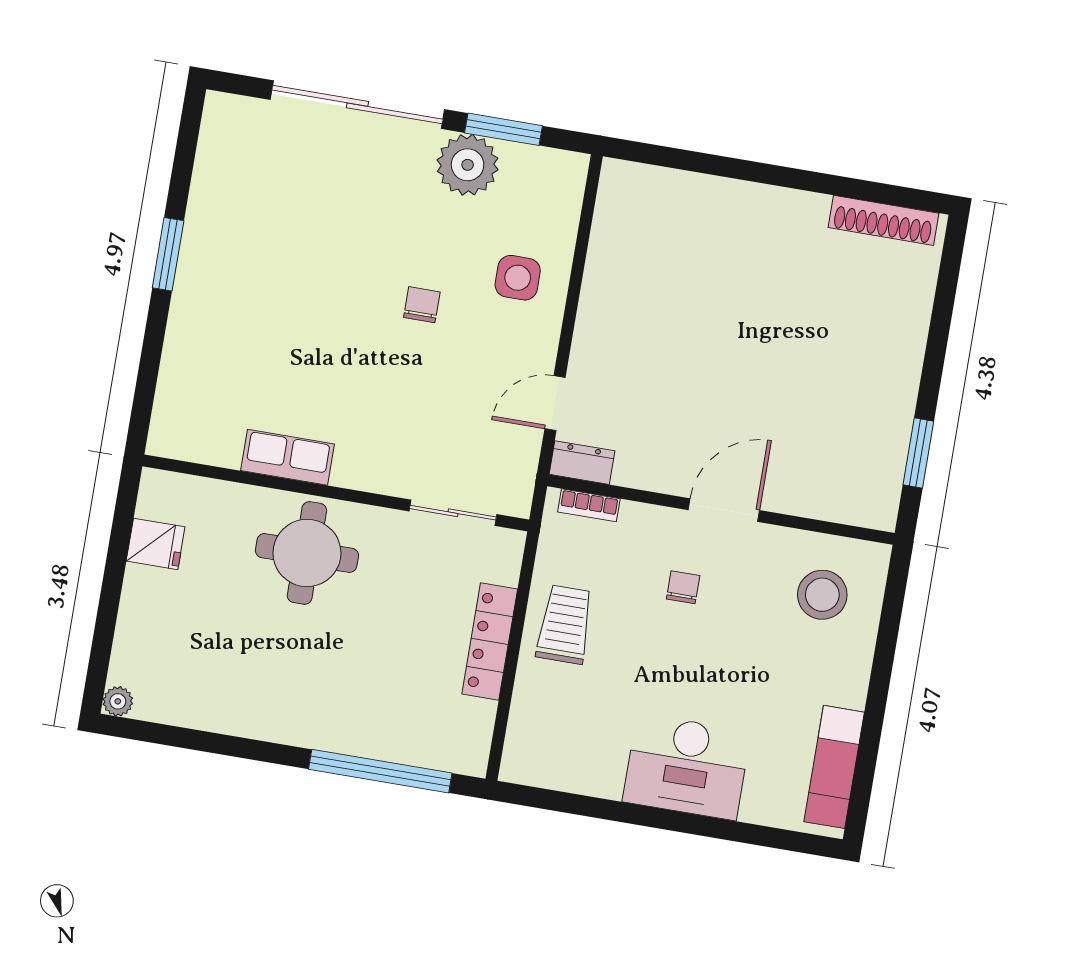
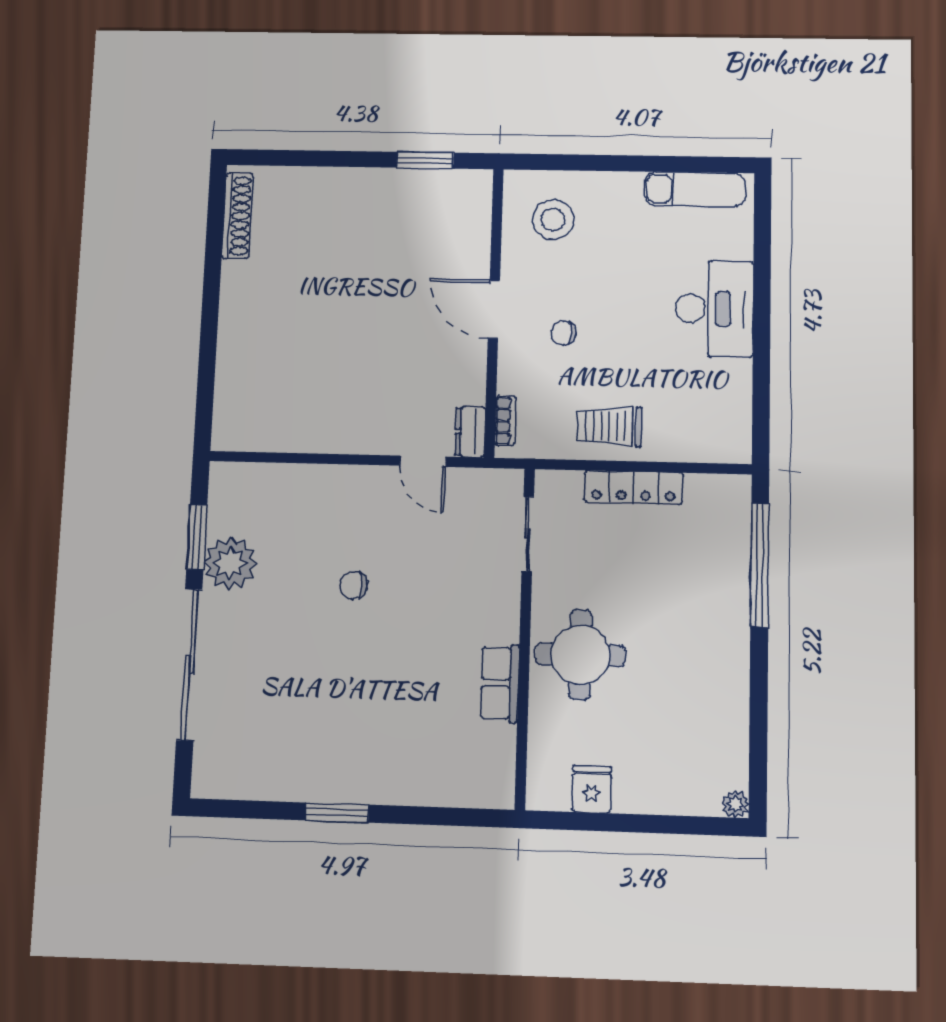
side table: (518, 278) -> (321, 508), removed

